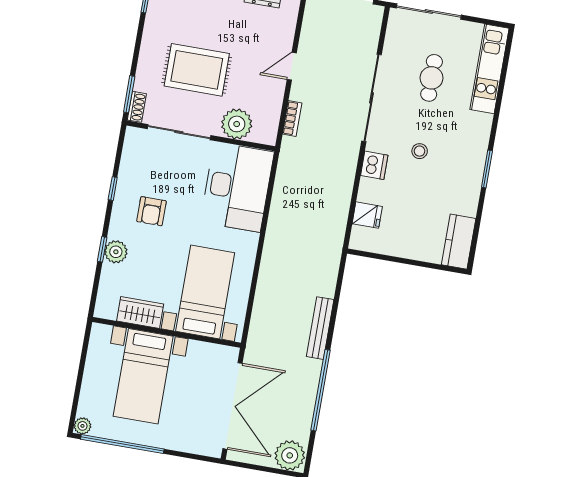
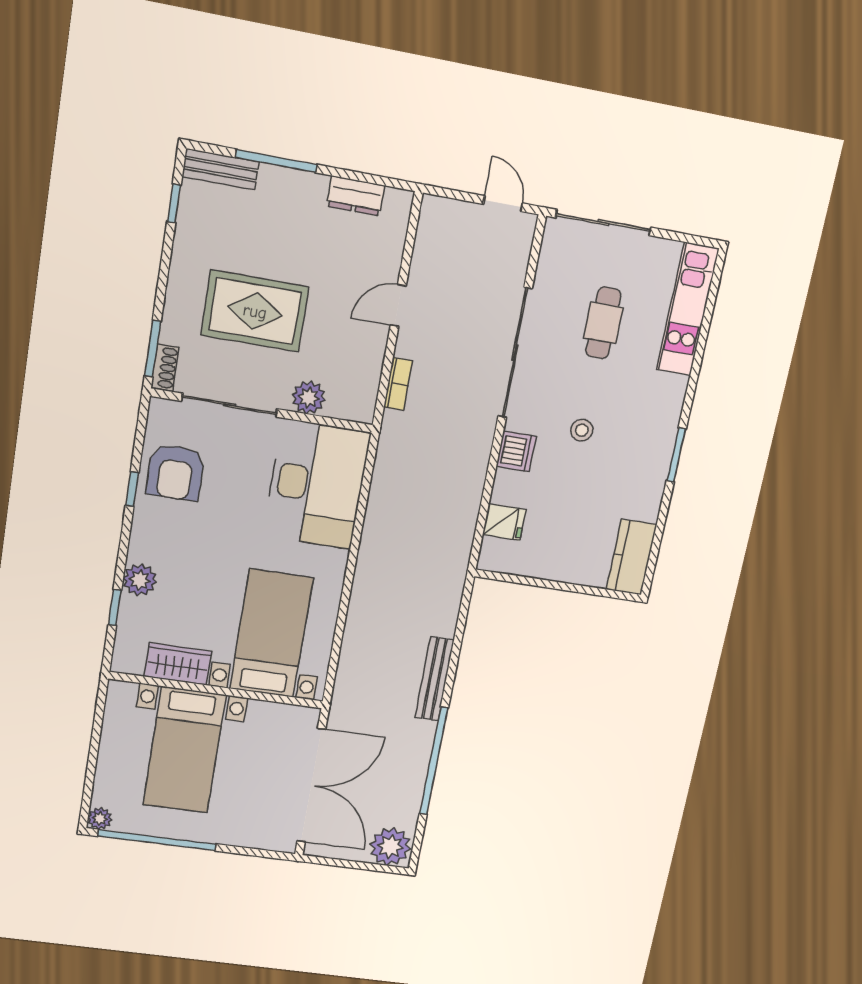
plant: (237, 124) -> (309, 398), width x0.73, depth x0.73
armchair: (151, 211) -> (175, 472), moved, width x1.38, depth x1.38
window: (102, 249) -> (115, 607), moved

